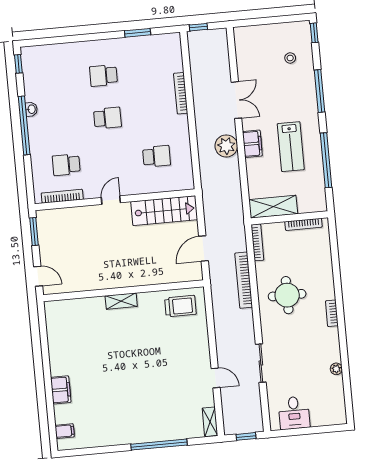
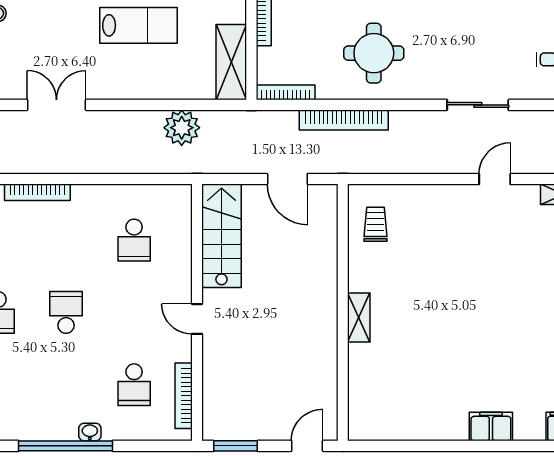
washbasin: (31, 109) -> (90, 432), moved
filing cabinet: (252, 144) -> (128, 86), removed
plant: (226, 146) -> (182, 128), moved
school desk: (157, 156) -> (134, 240), turned 180
trolley: (180, 306) -> (376, 224), width x0.73, depth x0.72

